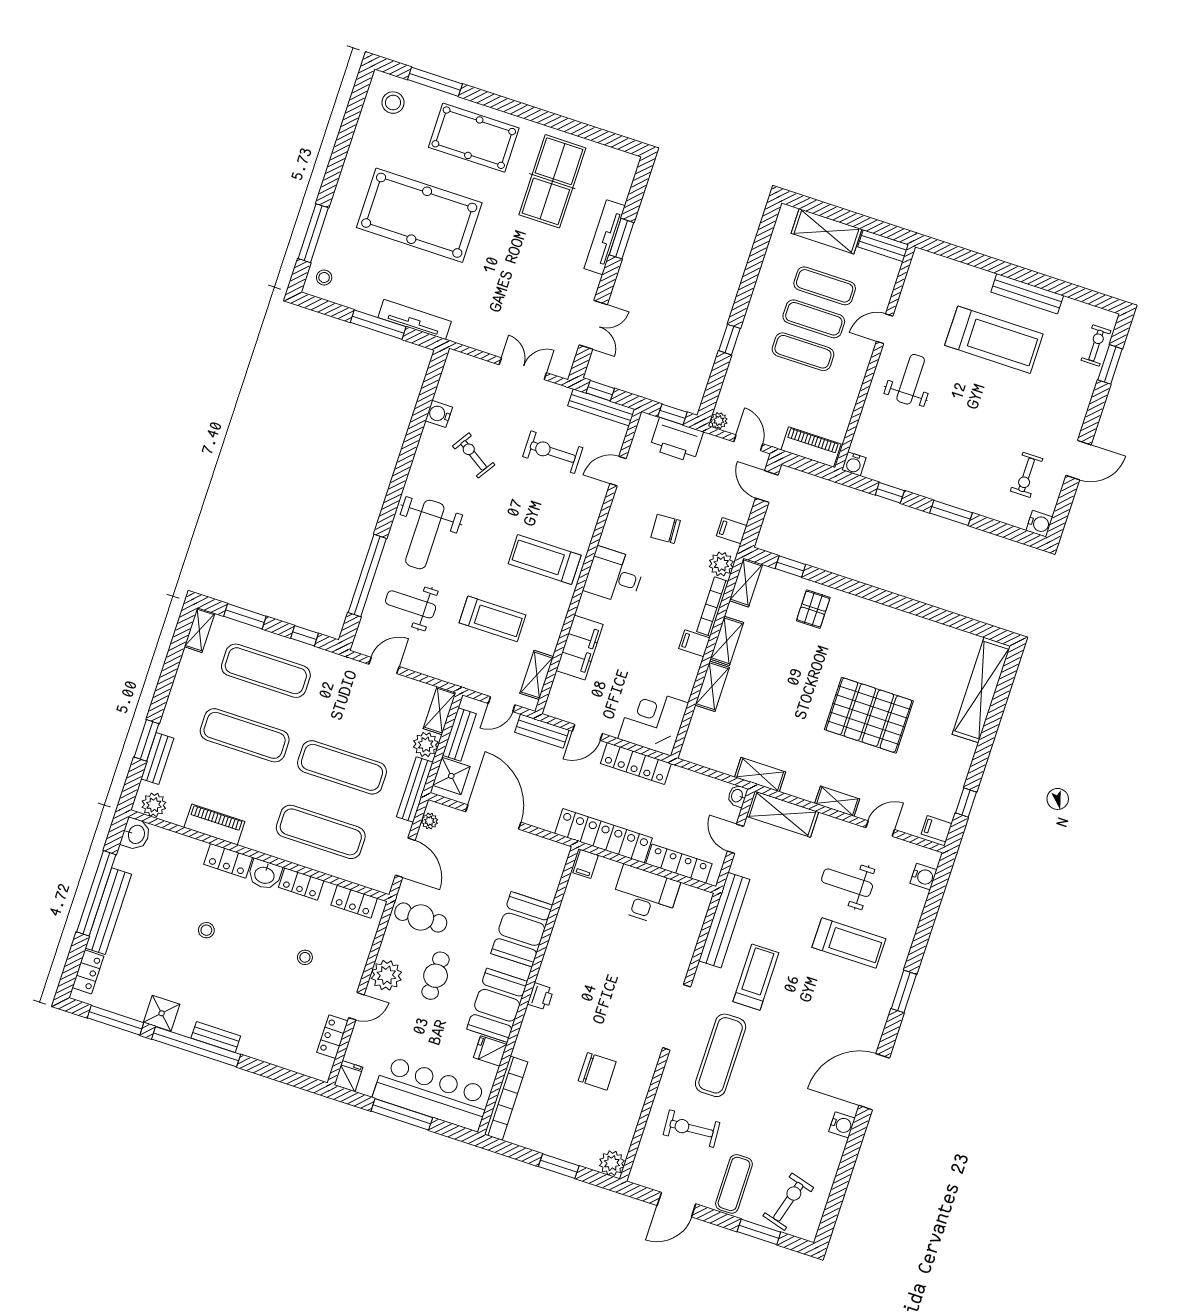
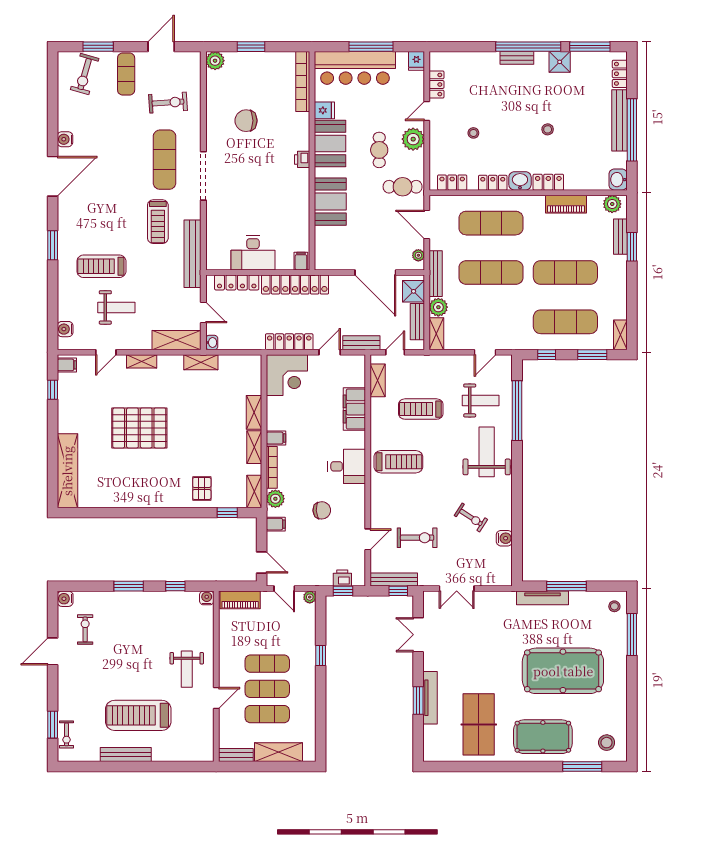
printer: (676, 440) -> (342, 578), width x0.53, depth x0.68

